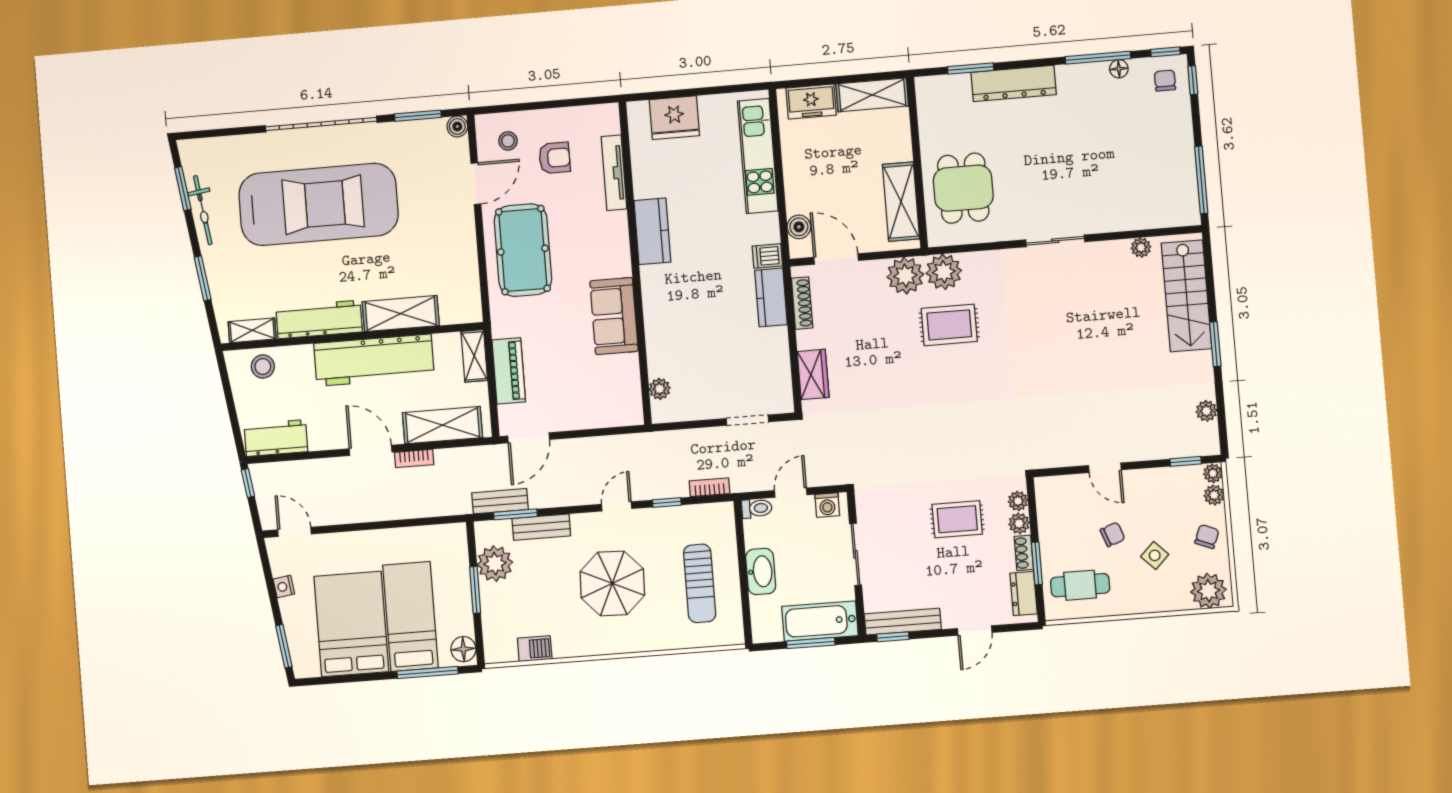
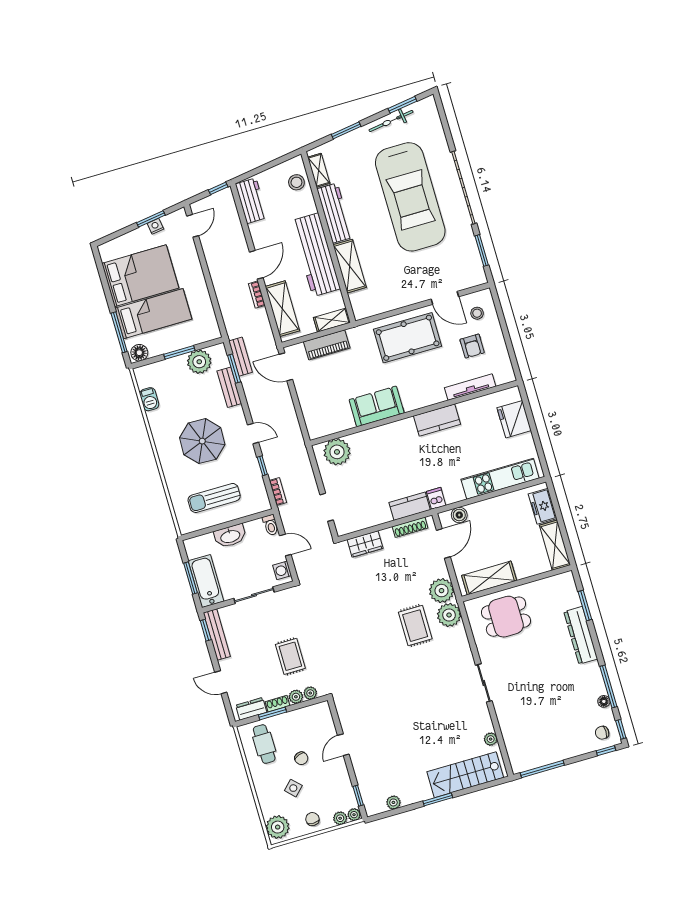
chair: (1165, 81) -> (602, 733), turned 180
boiler: (457, 126) -> (480, 278), removed
plant: (660, 389) -> (337, 452), width x1.87, depth x1.87
chair: (1207, 537) -> (312, 819), turned -112
window: (284, 646) -> (151, 219), moved

